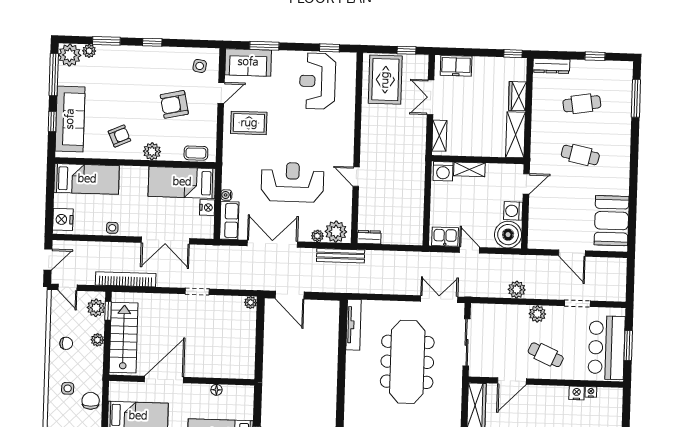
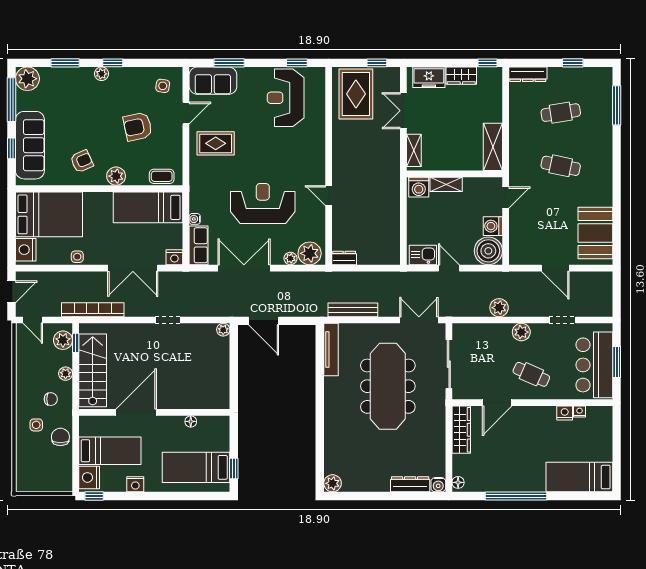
plant: (89, 51) -> (101, 74), moved
wardrobe: (517, 96) -> (461, 76), moved, turned -90
bed: (87, 179) -> (49, 214), width x1.50
nightstand: (207, 207) -> (174, 257), moved, turned 90
bench: (341, 256) -> (353, 310), moved
chair: (66, 343) -> (51, 399), moved

